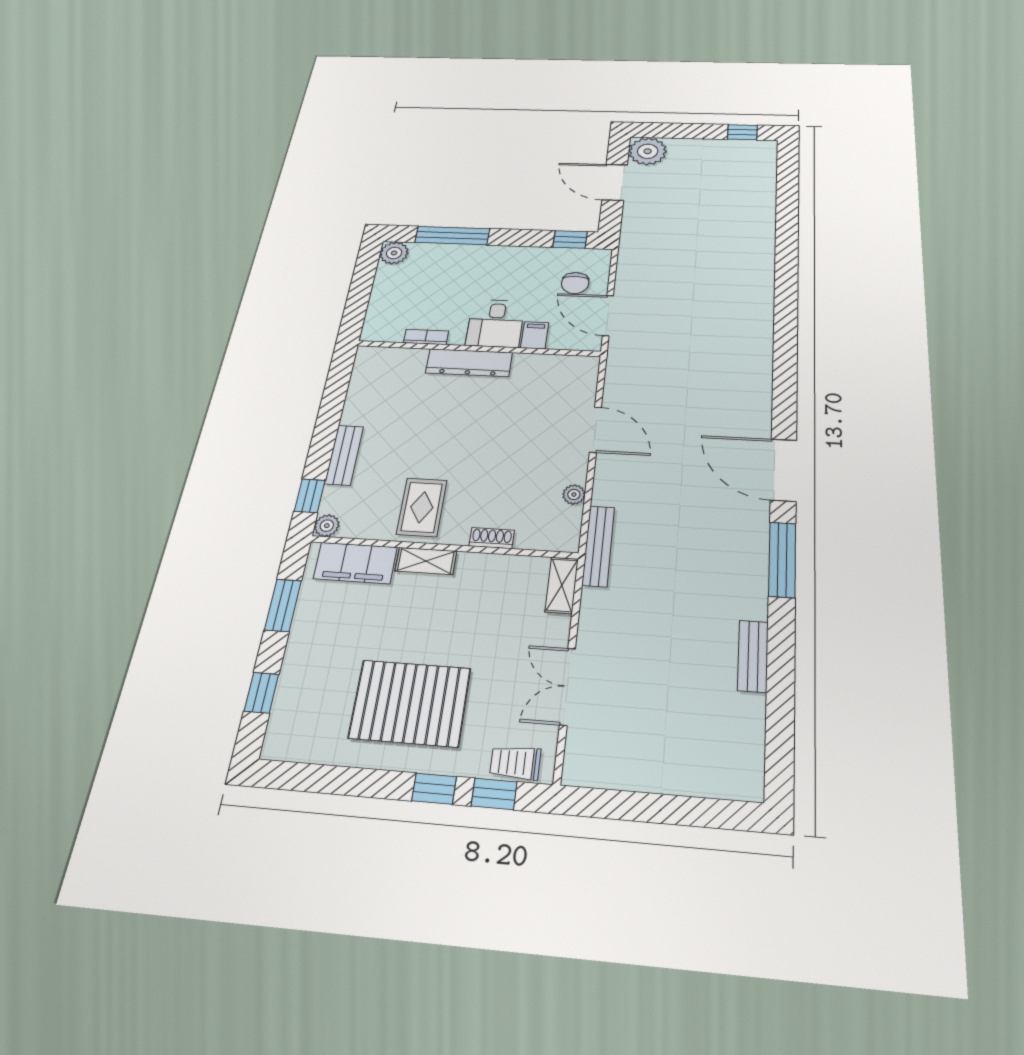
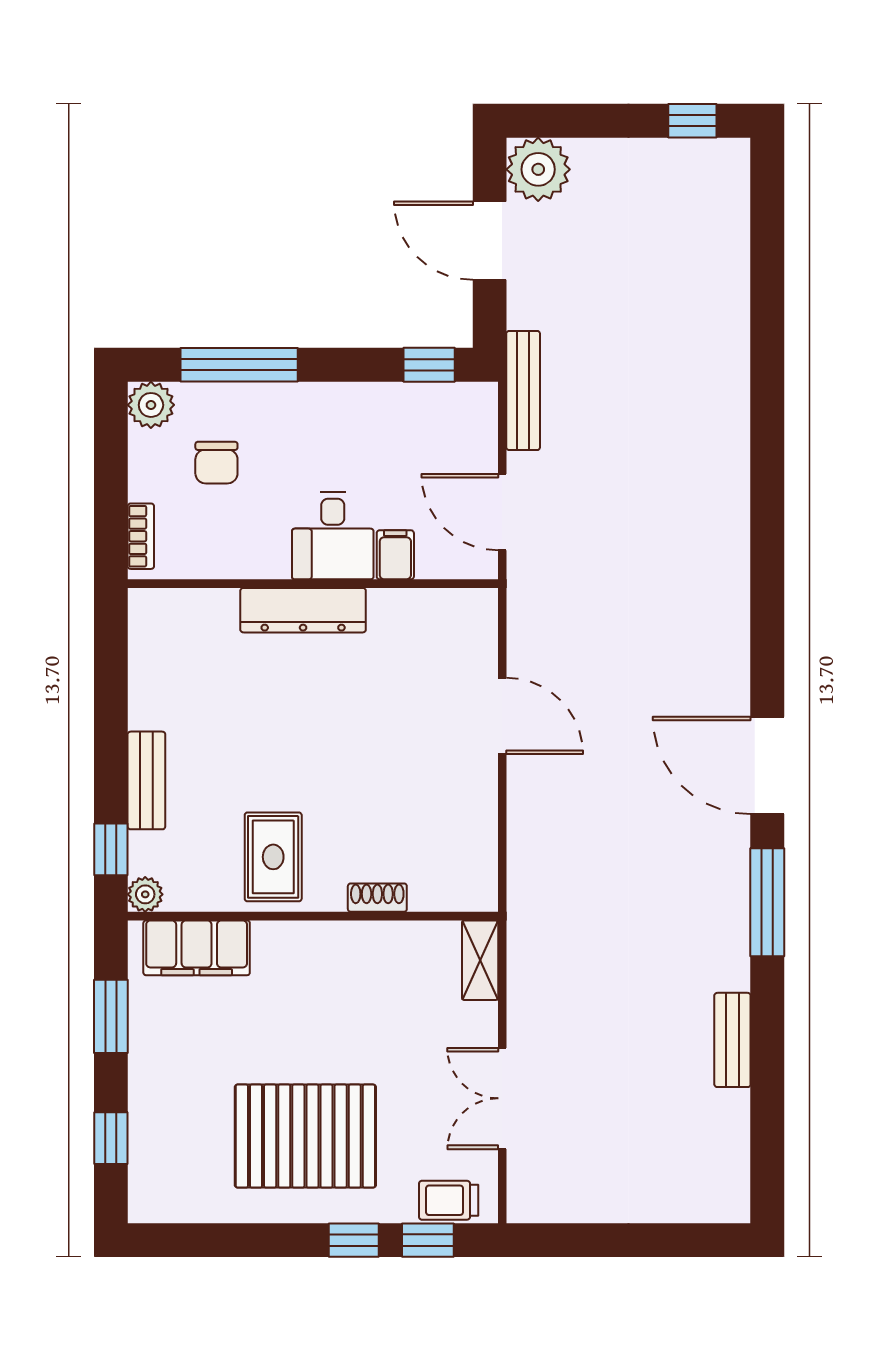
chair: (575, 283) -> (216, 463), moved
bookcase: (426, 337) -> (141, 536), moved, turned 90
plant: (574, 495) -> (482, 823), removed
bench: (598, 546) -> (523, 390), moved
shelving: (426, 561) -> (293, 938), removed

